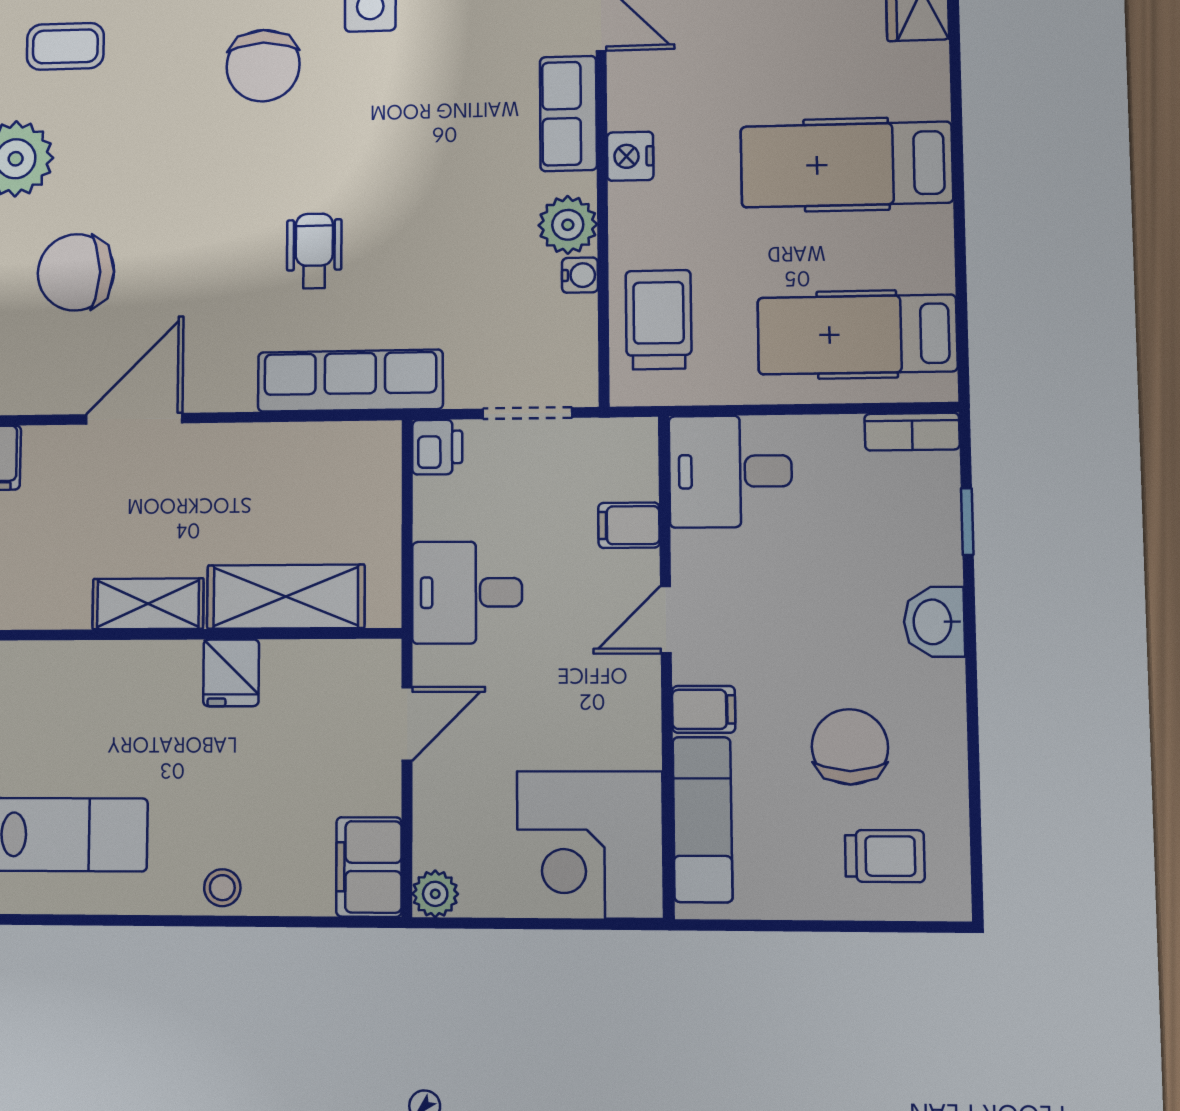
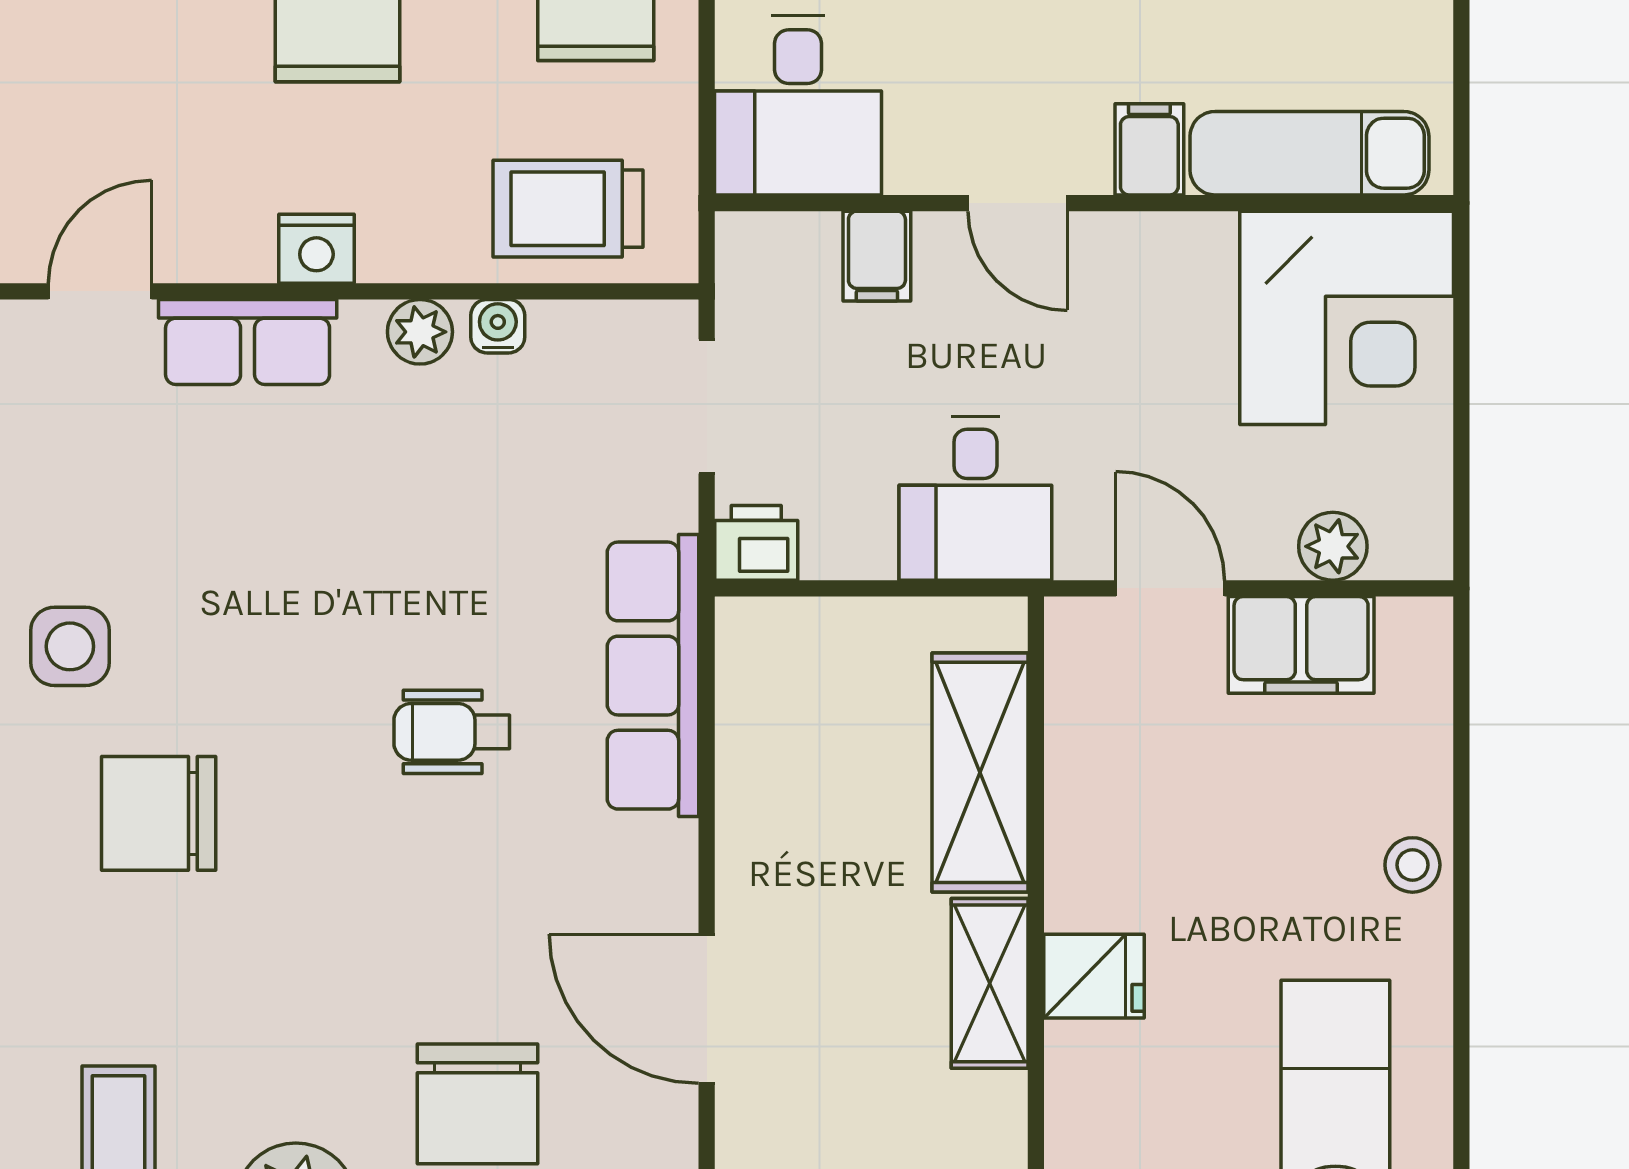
chair: (263, 66) -> (159, 813), turned 180
plant: (568, 225) -> (420, 332), width x0.73, depth x0.73
fridge: (231, 673) -> (1094, 976), moved
filing cabinet: (369, 867) -> (1301, 645), moved
plant: (435, 894) -> (1333, 546), moved

